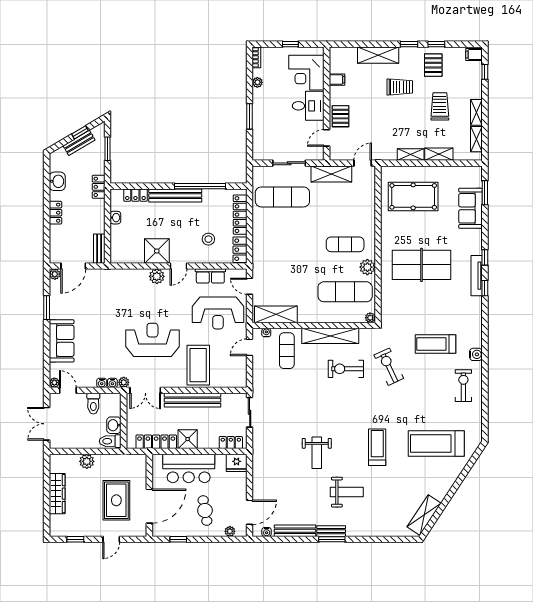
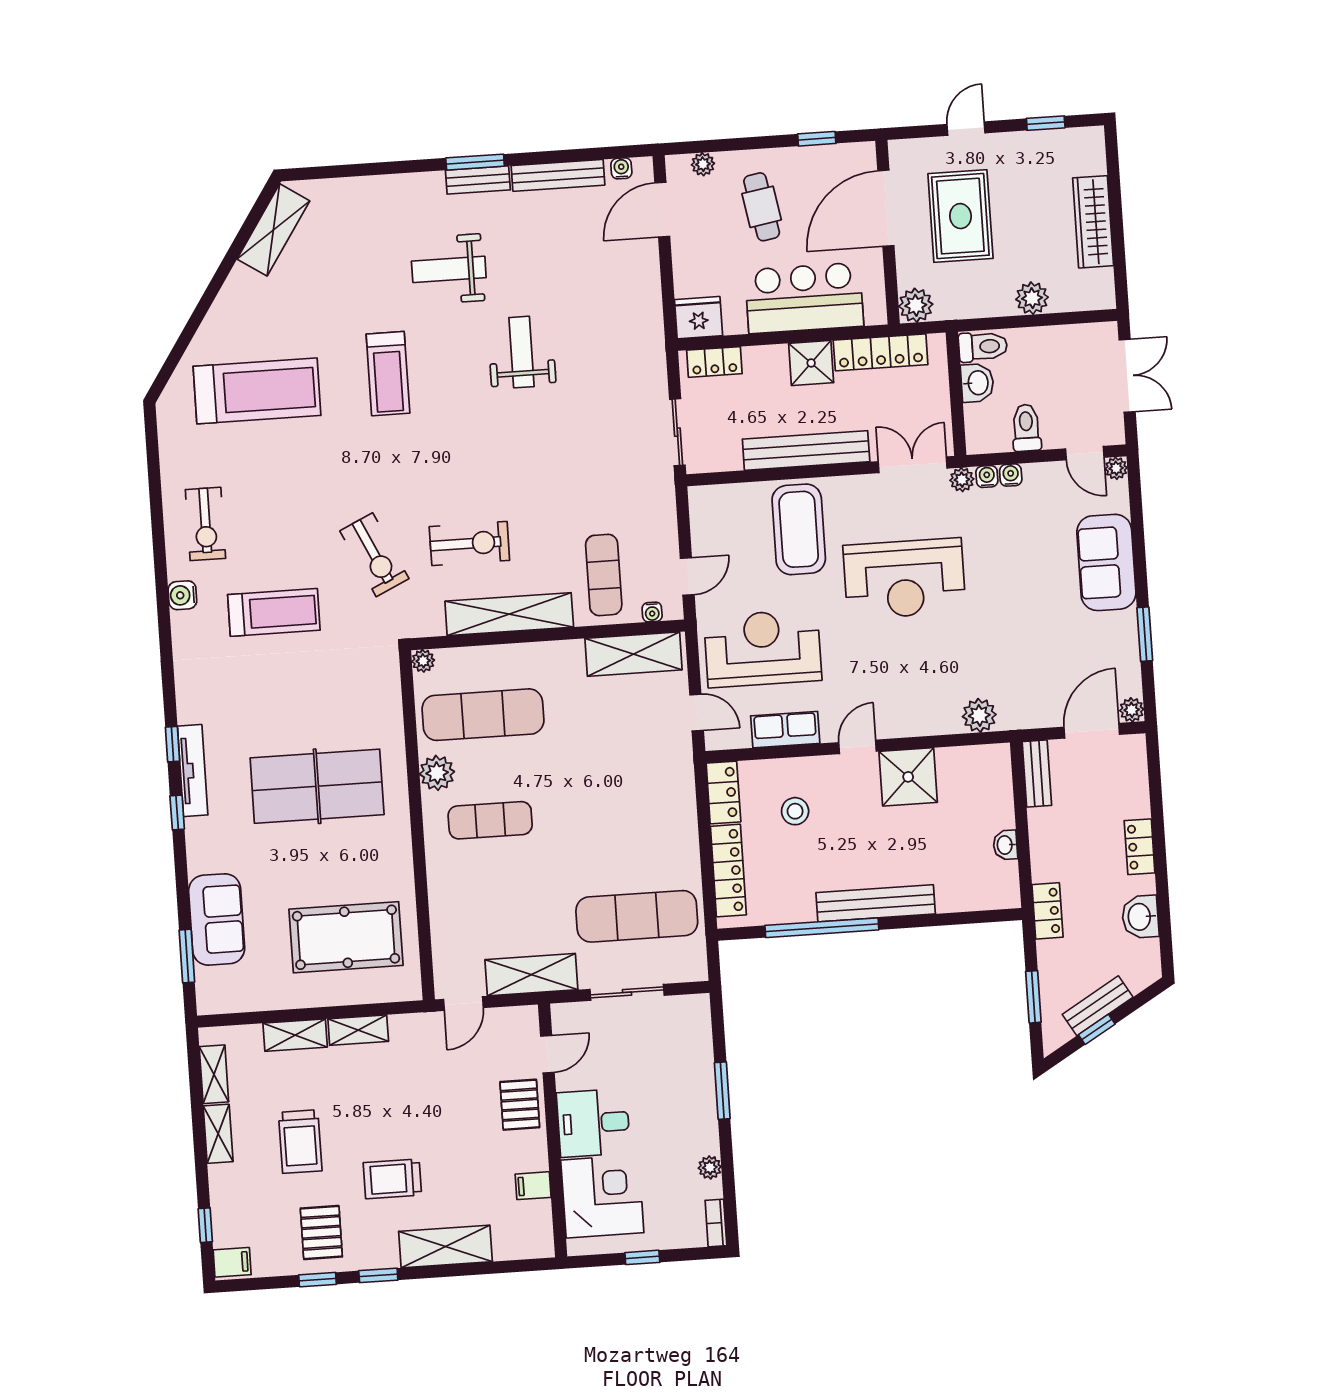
locker: (135, 195) -> (964, 898), removed
plant: (157, 276) -> (979, 715), moved
plant: (139, 462) -> (916, 305), added

